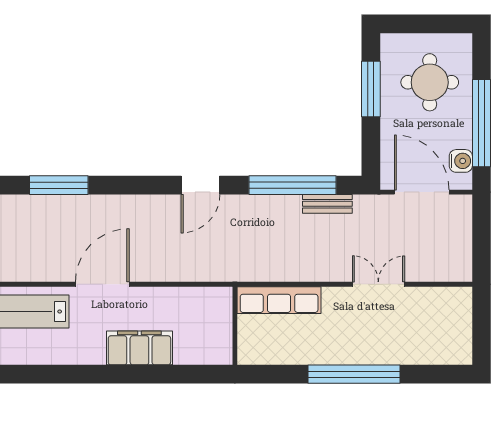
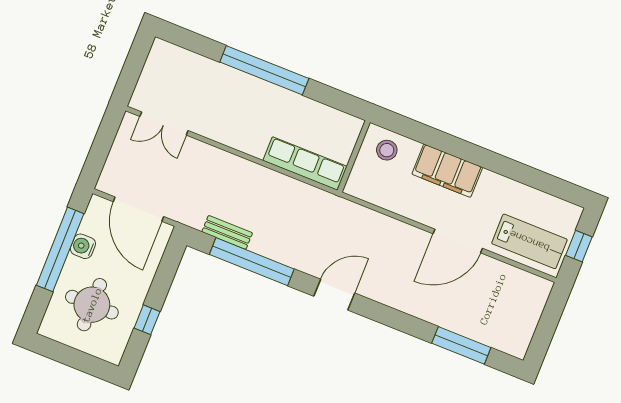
window: (371, 89) -> (147, 320), width x0.46
water cooler: (461, 161) -> (83, 246), moved
double door: (378, 284) -> (164, 123), moved
stool: (205, 344) -> (387, 150), added

